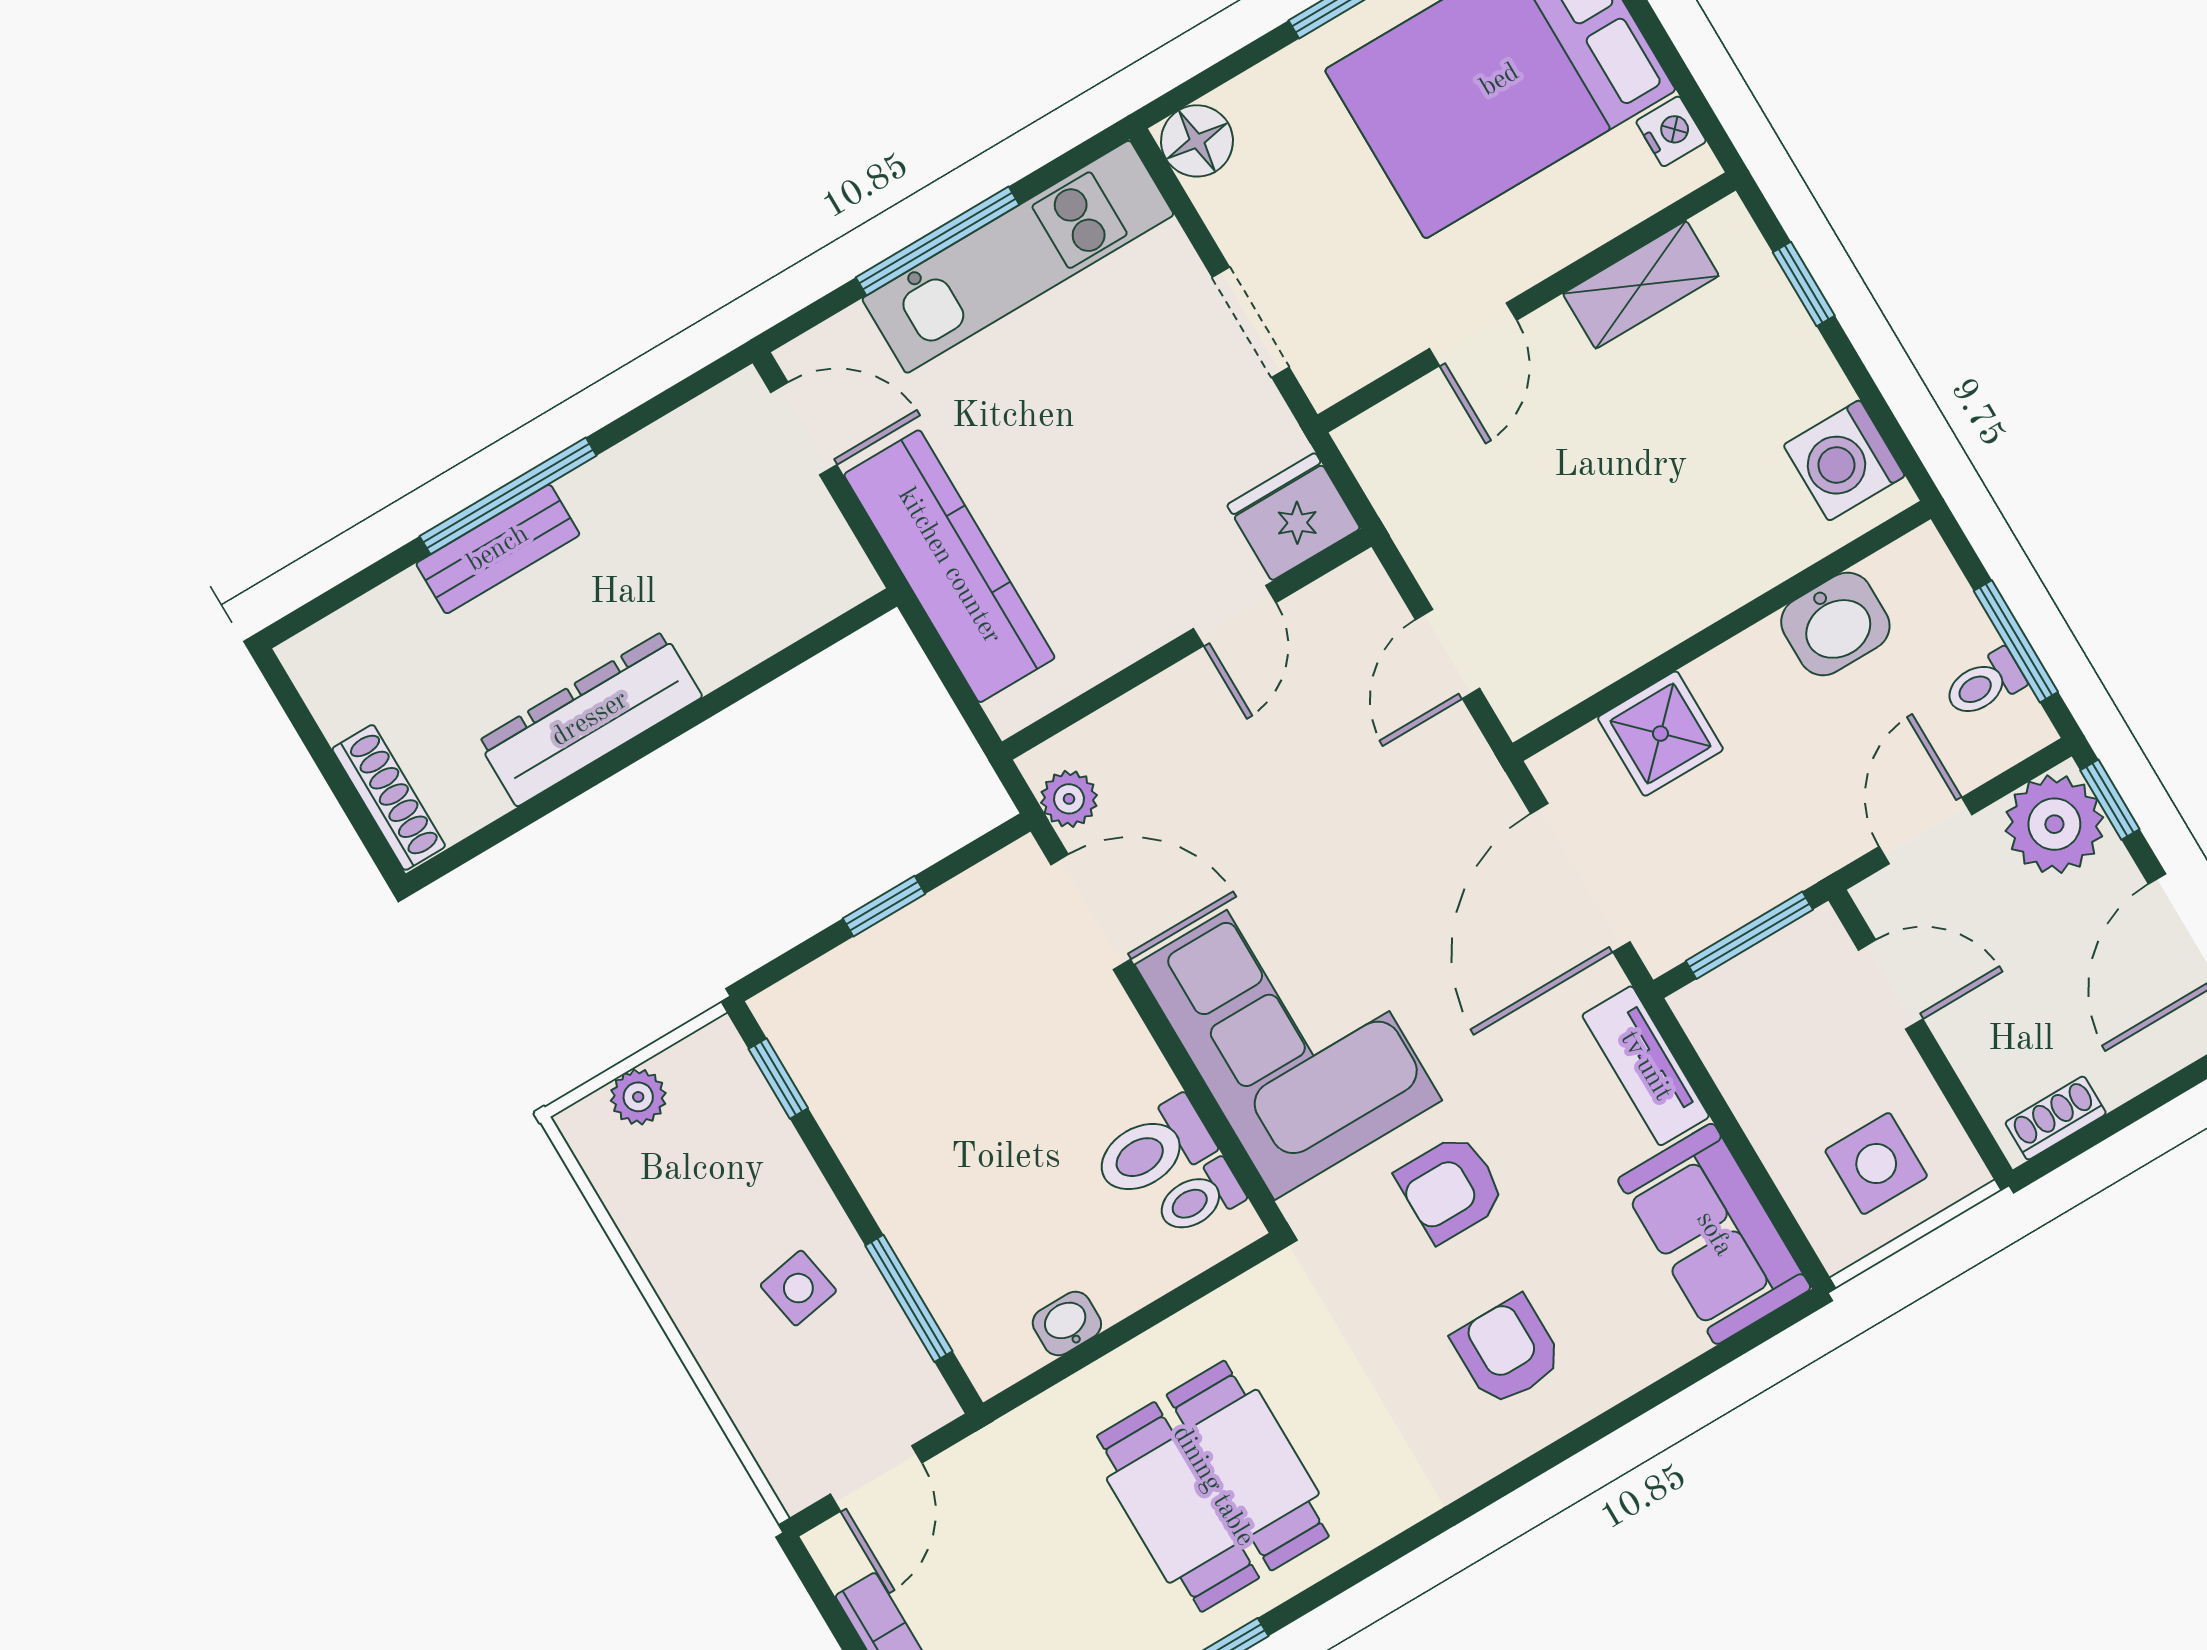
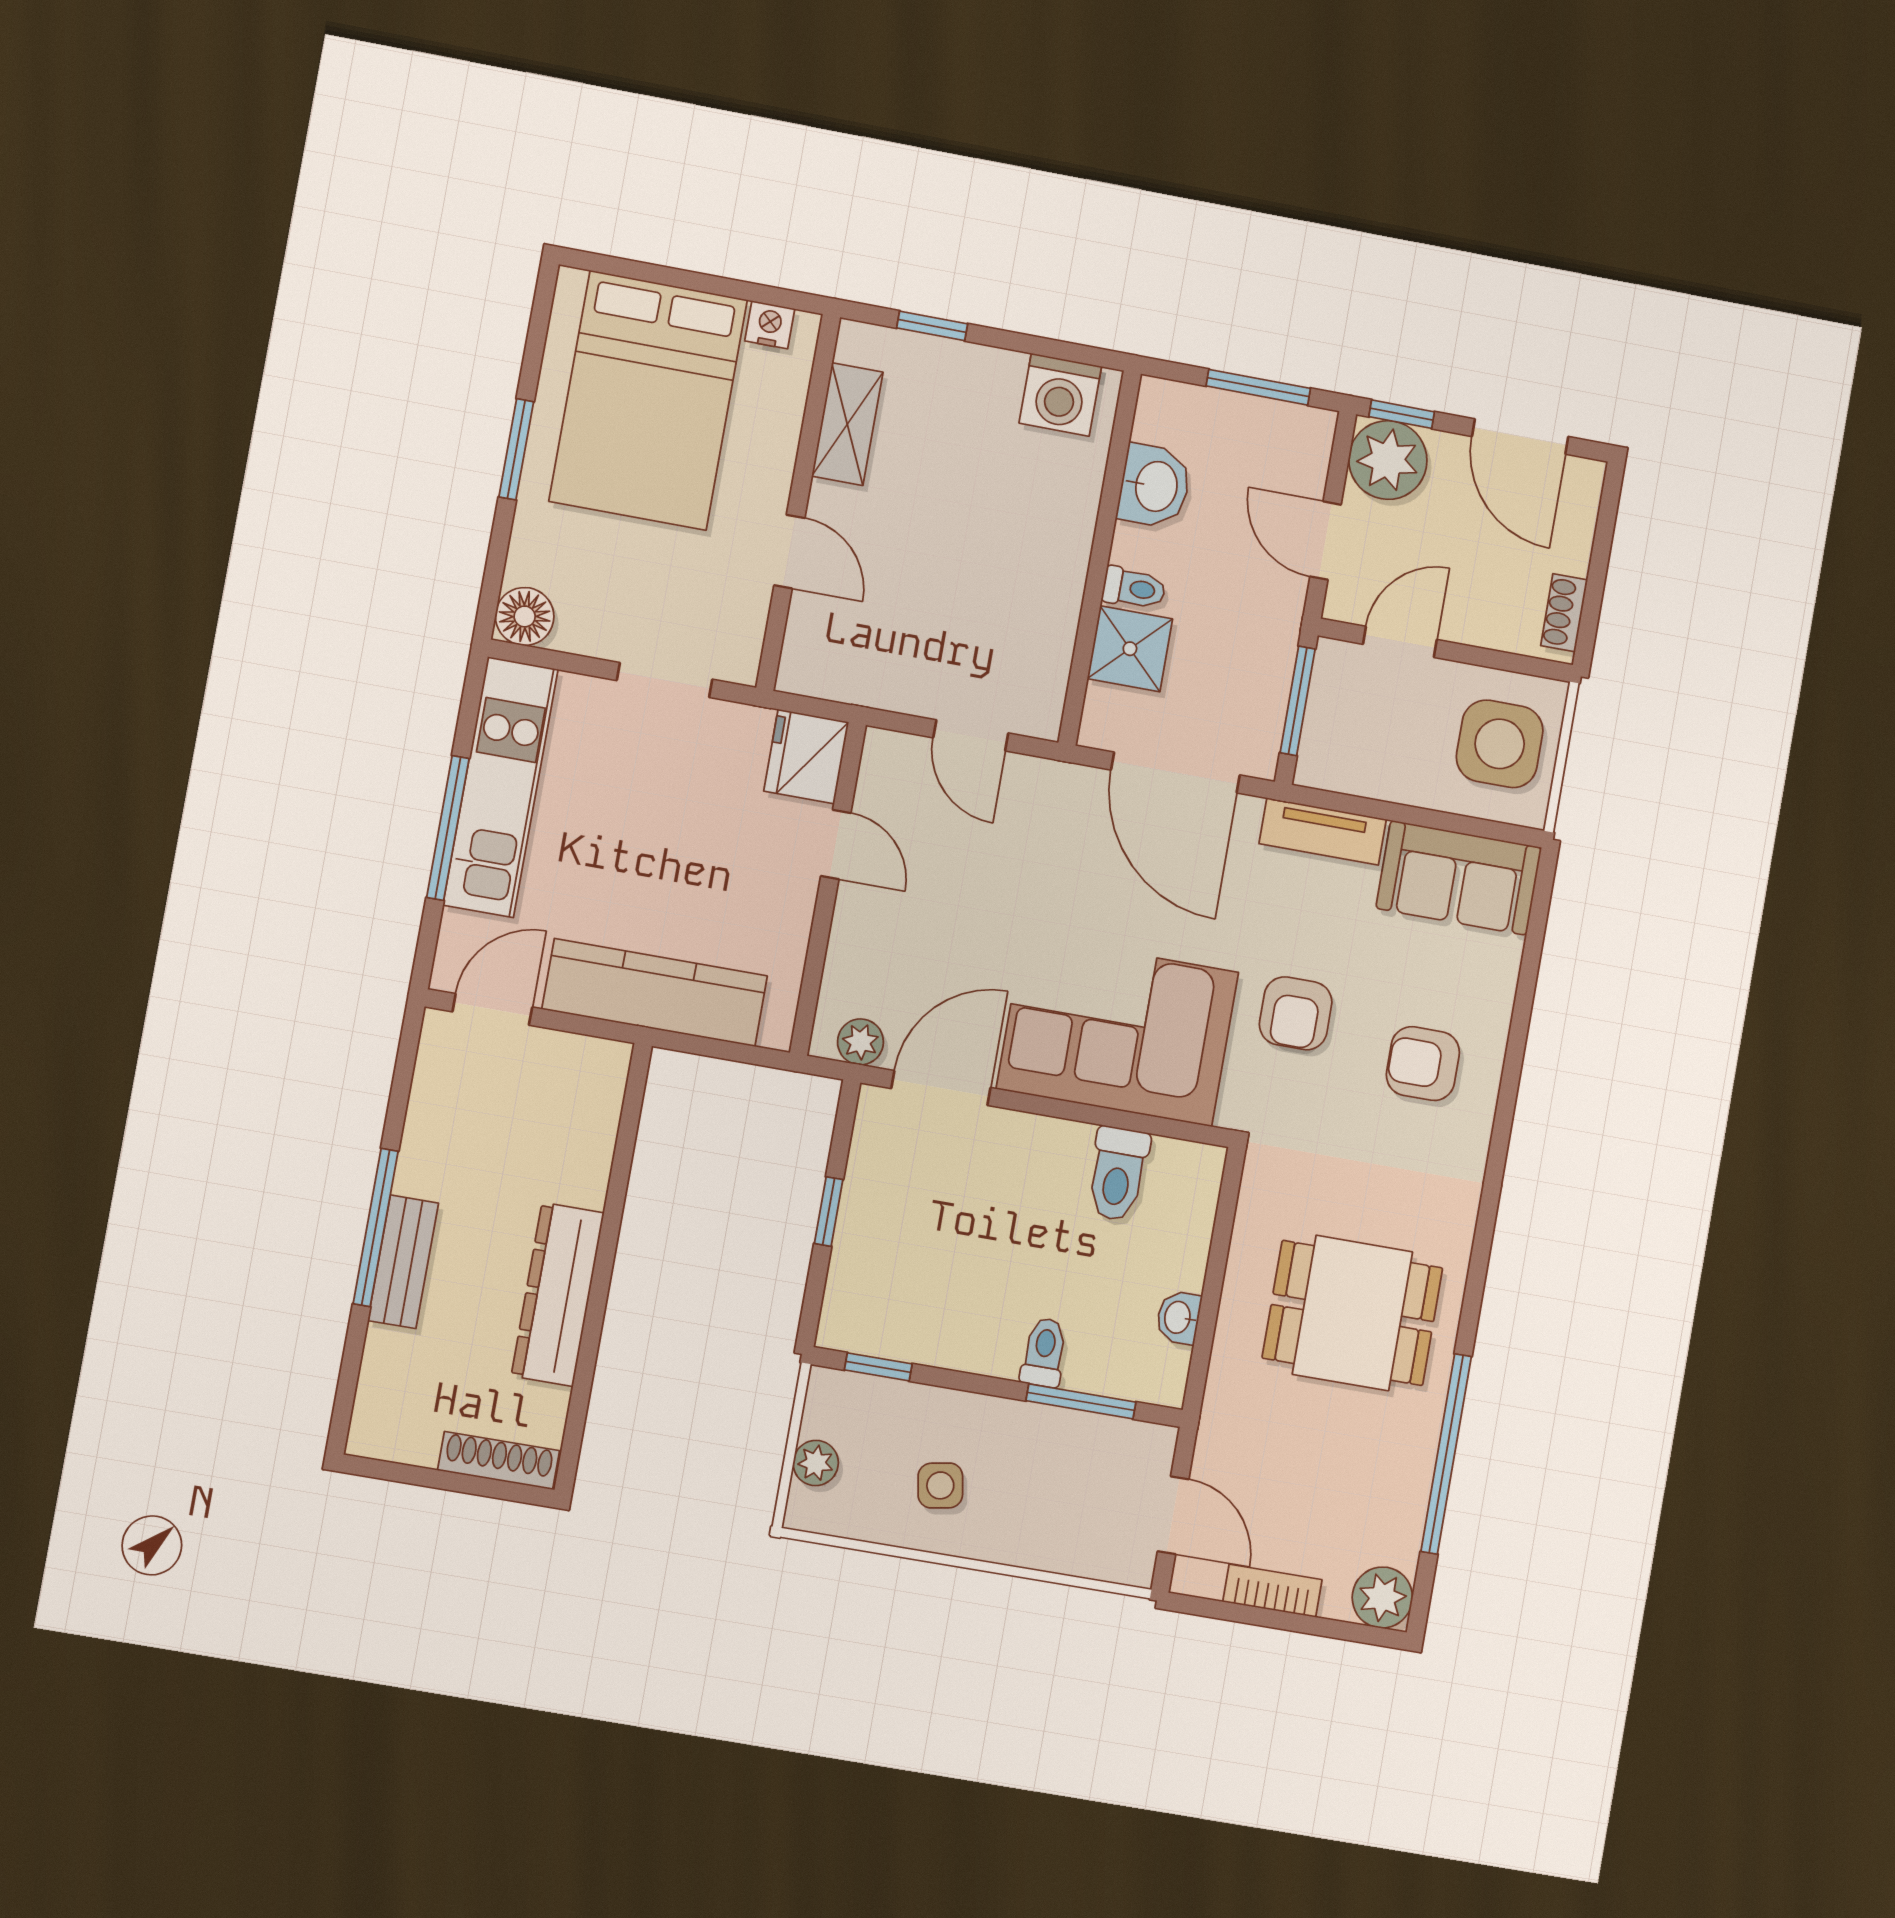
toilet: (1984, 684) -> (1134, 588), moved, turned -90
side table: (1876, 1164) -> (1500, 744), width x1.37, depth x1.37
toilet: (1200, 1198) -> (1044, 1352), moved, turned 180
side table: (798, 1288) -> (940, 1485), moved

